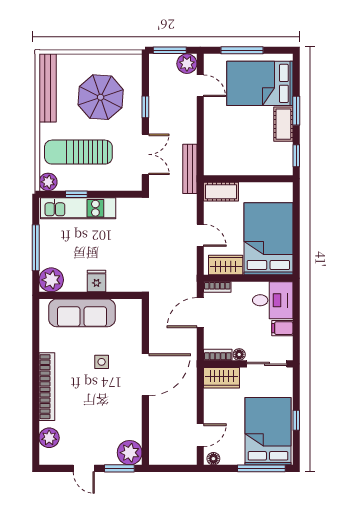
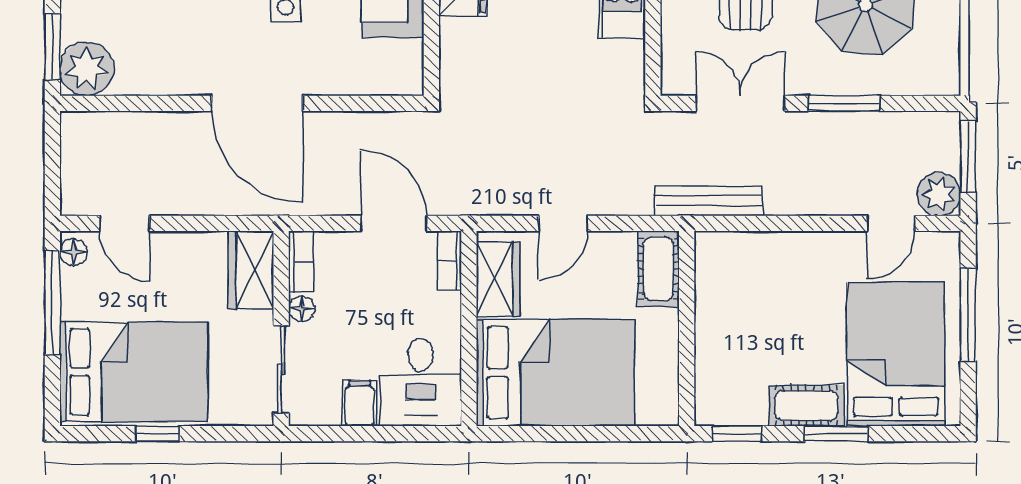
window: (145, 107) -> (844, 103), width x1.50
double door: (145, 154) -> (740, 103), swing flipped
window: (261, 468) -> (52, 303), moved

